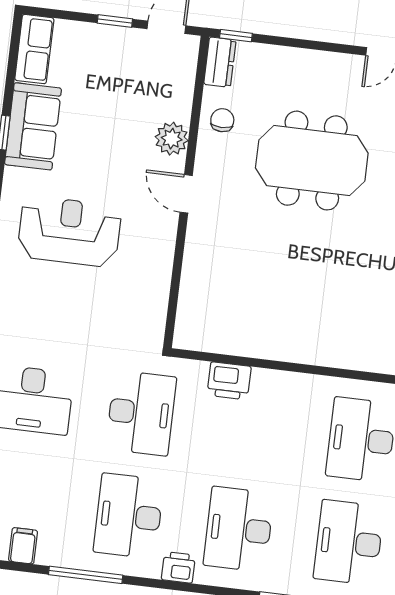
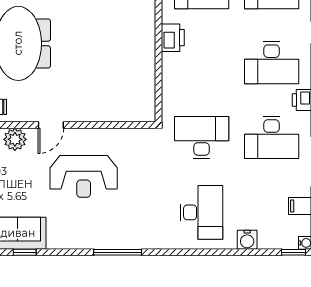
reception desk: (69, 231) -> (84, 176), moved, turned -90
printer: (229, 381) -> (173, 38), moved

